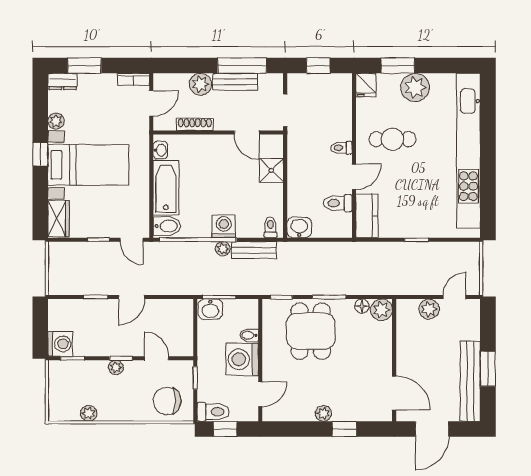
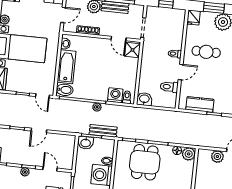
shower: (271, 170) -> (133, 50), moved
kitchen counter: (367, 216) -> (200, 104), moved, turned -90
washing machine: (224, 226) -> (115, 95), moved
bench: (254, 250) -> (103, 131), moved

